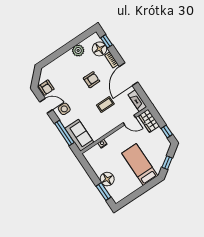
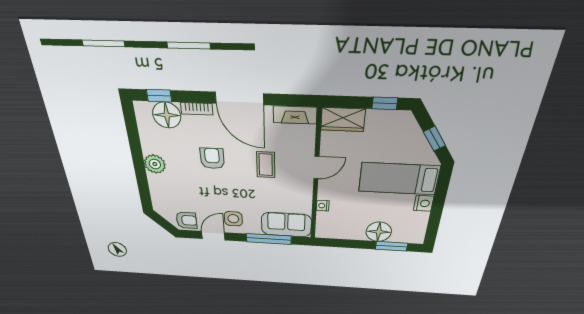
plant: (78, 50) -> (155, 164), moved
door: (129, 120) -> (316, 168), moved
nightstand: (136, 185) -> (424, 203), added

